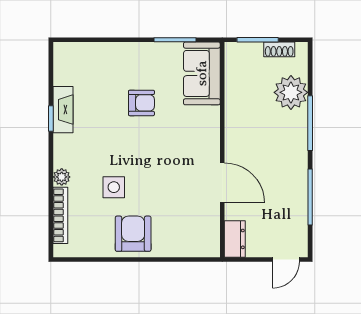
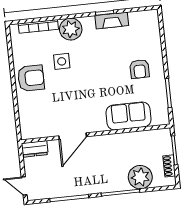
sofa: (202, 73) -> (129, 116), moved
armchair: (141, 103) -> (140, 69), moved
plant: (62, 177) -> (71, 29), width x1.88, depth x1.88

